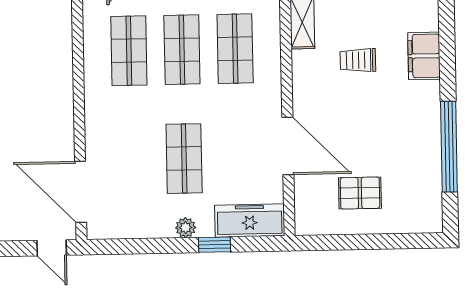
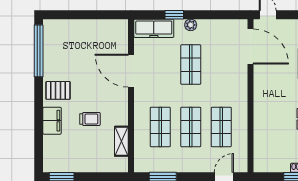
window: (449, 147) -> (39, 51), moved
pallet: (360, 193) -> (58, 90), moved

